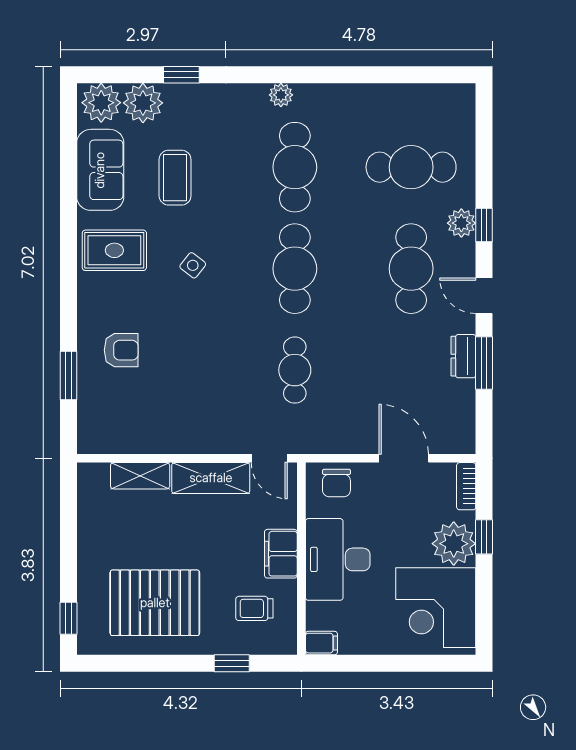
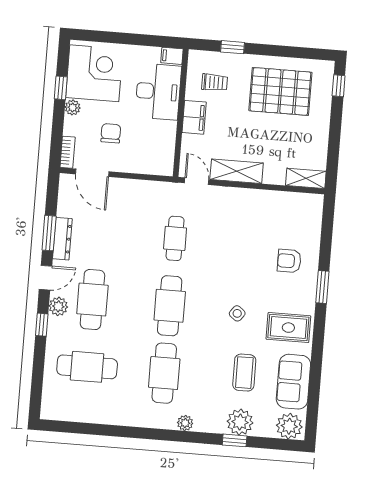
plant: (281, 95) -> (185, 423), moved
plant: (143, 103) -> (240, 422), moved
plant: (461, 223) -> (58, 306), moved
door: (484, 296) -> (45, 278), hinge flipped
dresser: (463, 356) -> (62, 239), width x1.44
window: (68, 376) -> (322, 287), moved
door: (404, 458) -> (92, 173), moved
shelving: (140, 476) -> (306, 178), moved
chair: (336, 483) -> (111, 133), moved
window: (484, 537) -> (61, 88), moved
plant: (454, 544) -> (73, 107), width x0.53, depth x0.53
desk: (338, 559) -> (158, 92), moved

